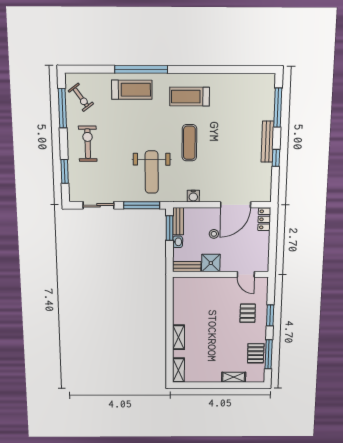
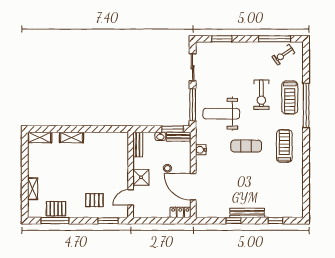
window: (278, 108) -> (275, 221), width x0.46
exercise bike: (88, 144) -> (261, 95), moved, turned 90
shower: (211, 263) -> (141, 177), moved
window: (270, 315) -> (108, 221), moved

